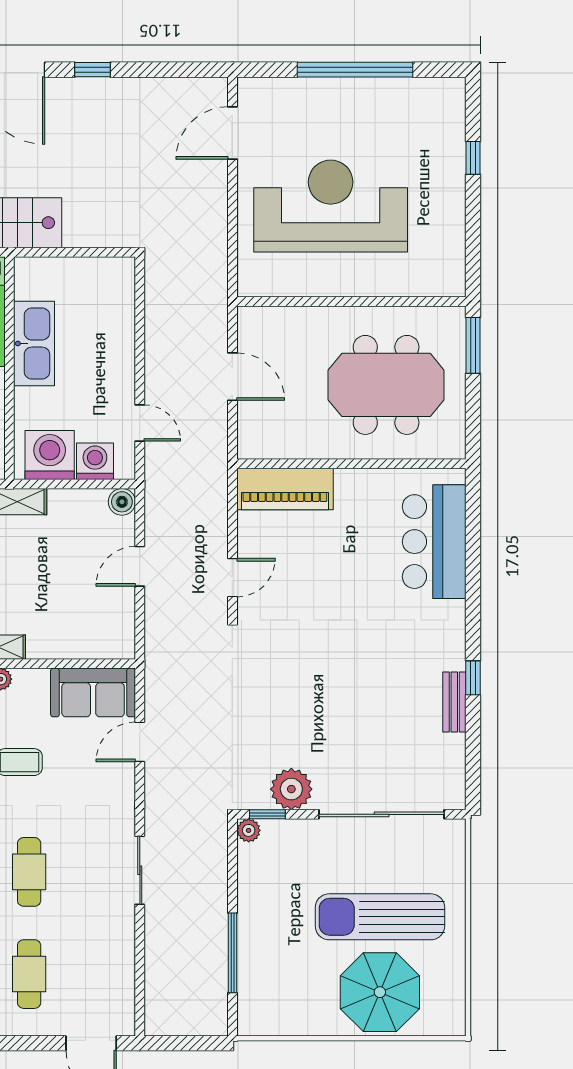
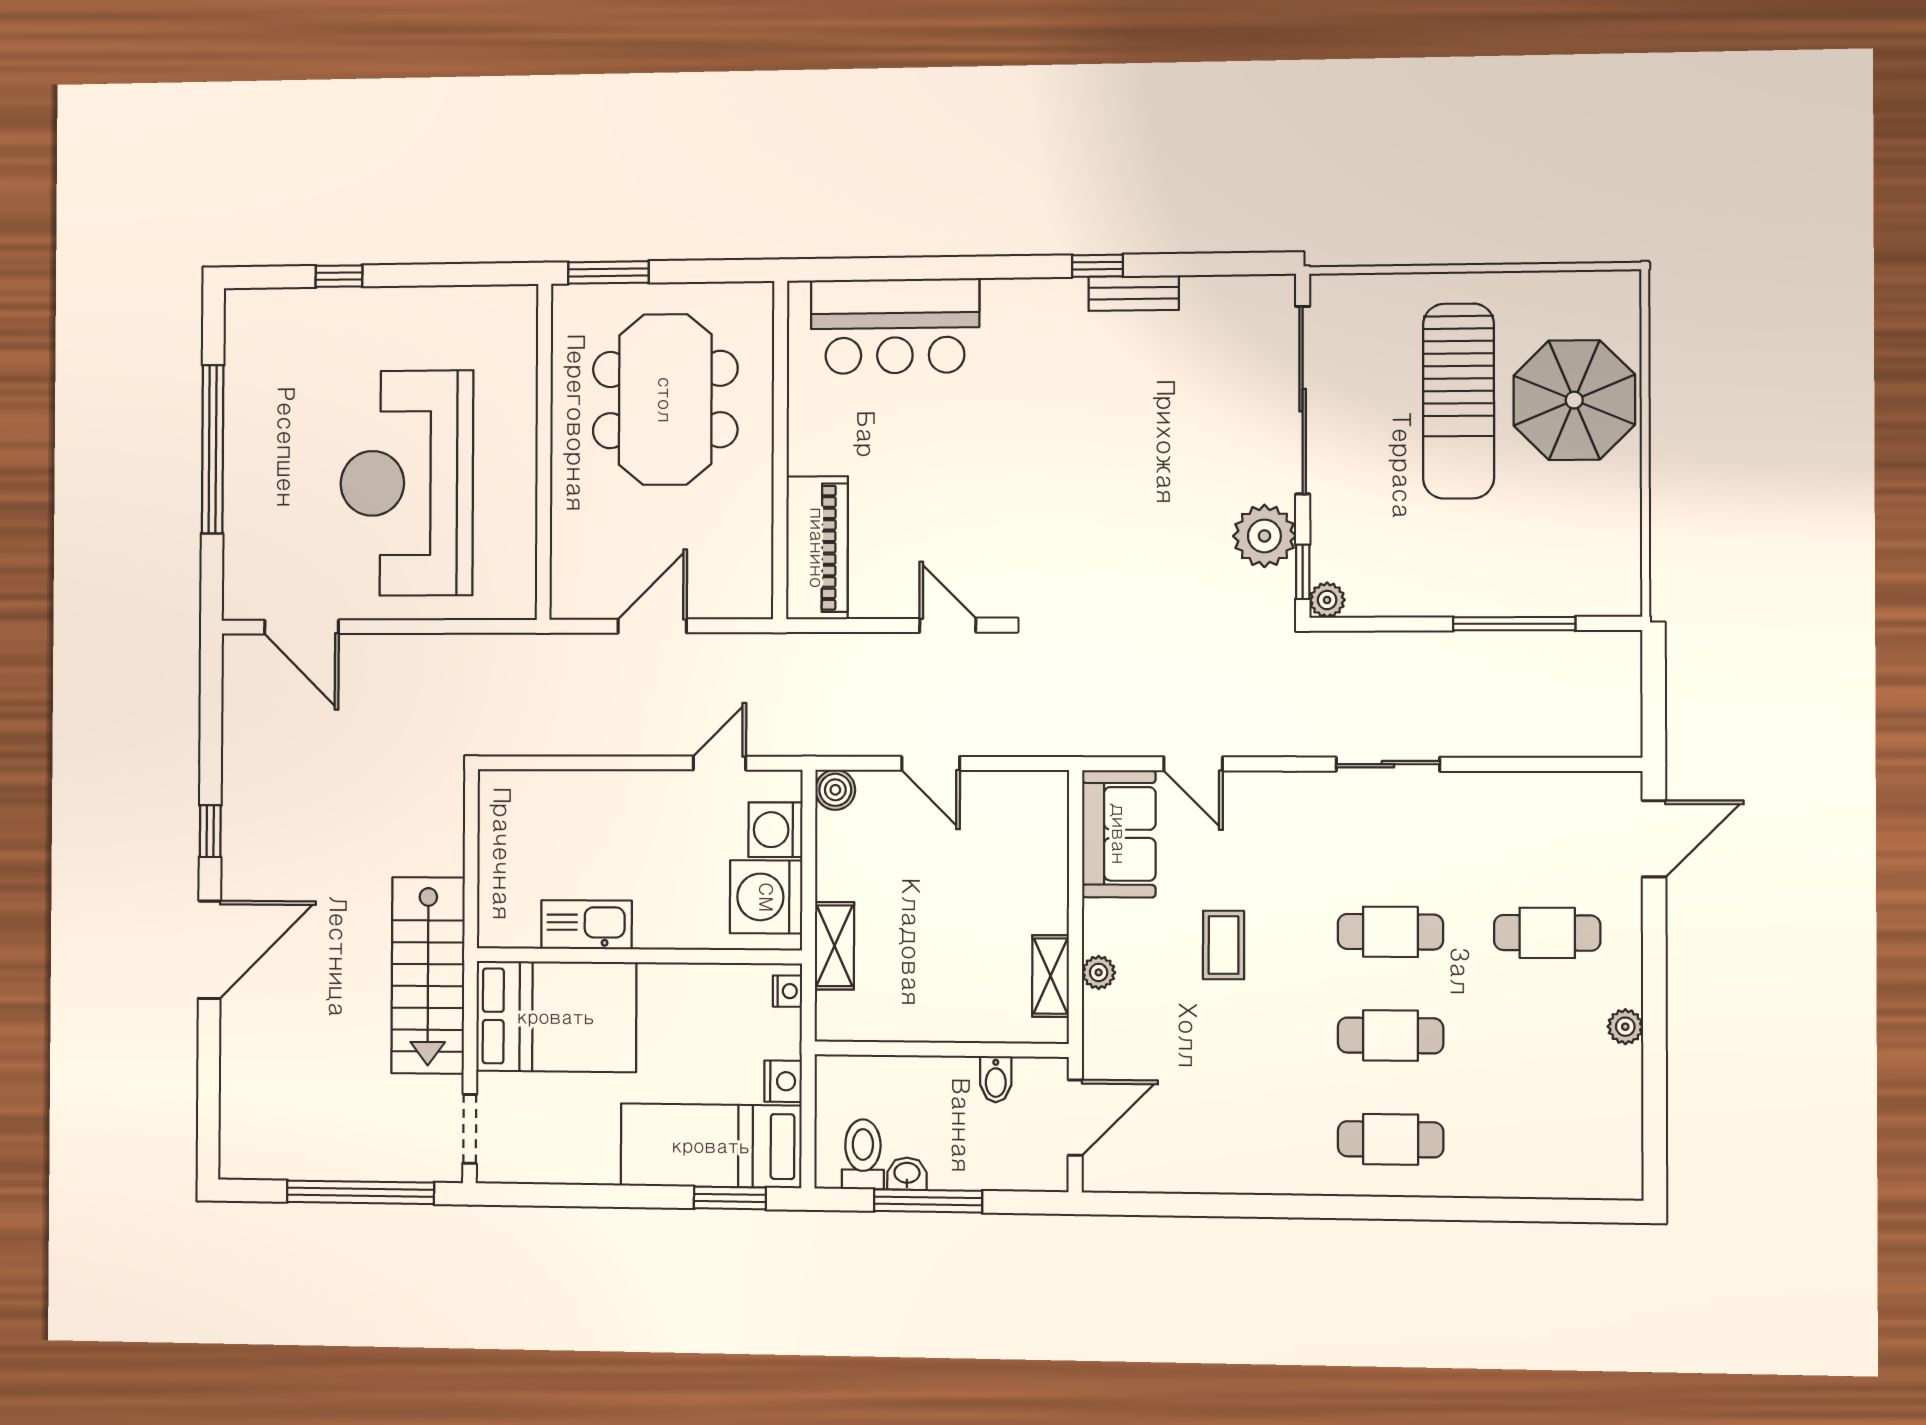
kitchen sink: (34, 344) -> (587, 925), width x0.73, depth x0.81

